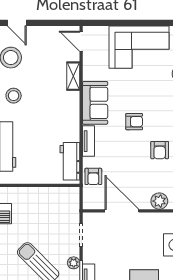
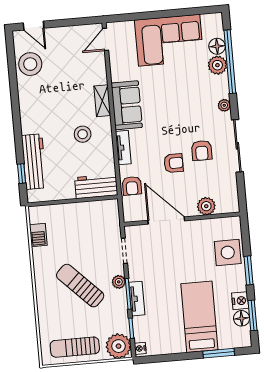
door: (81, 41) -> (105, 39), hinge flipped
shelving: (73, 76) -> (102, 101), moved
stool: (14, 96) -> (83, 134), moved
armchair: (134, 122) -> (174, 163), moved
workbench: (70, 161) -> (96, 186), moved, turned 90

